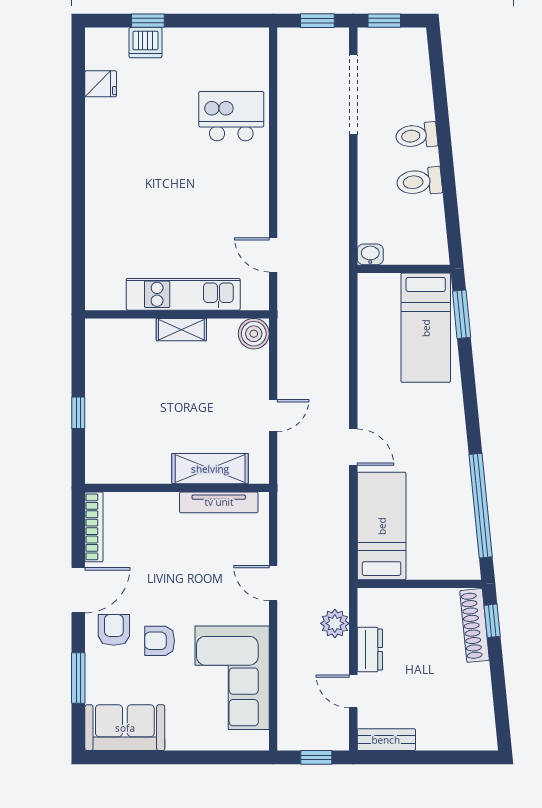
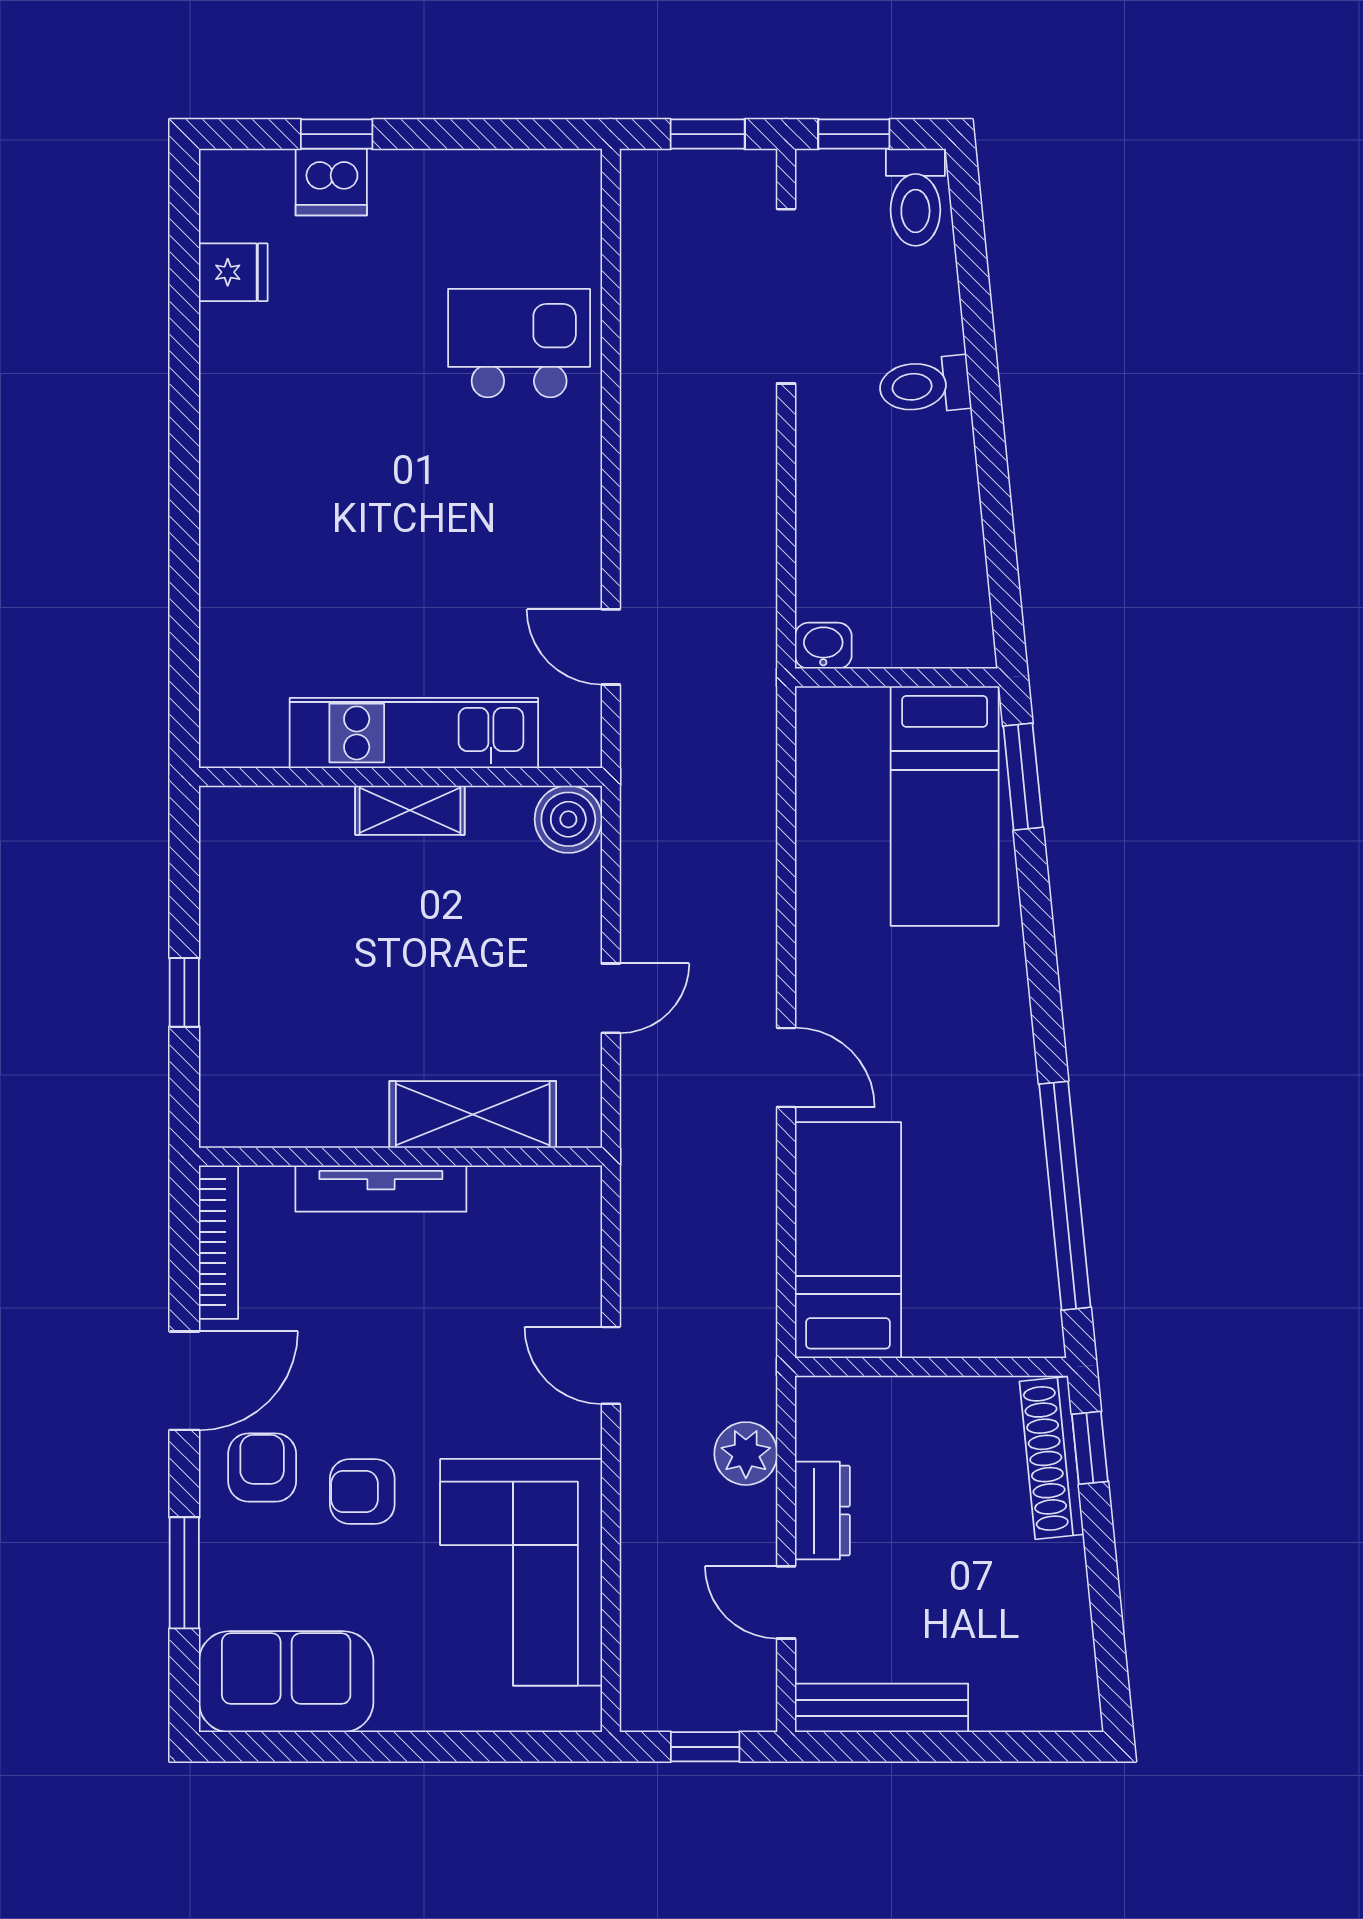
toilet: (419, 182) -> (915, 197), moved, turned -84
tv unit: (219, 502) -> (381, 1188), moved
bench: (386, 740) -> (881, 1708), width x1.36

